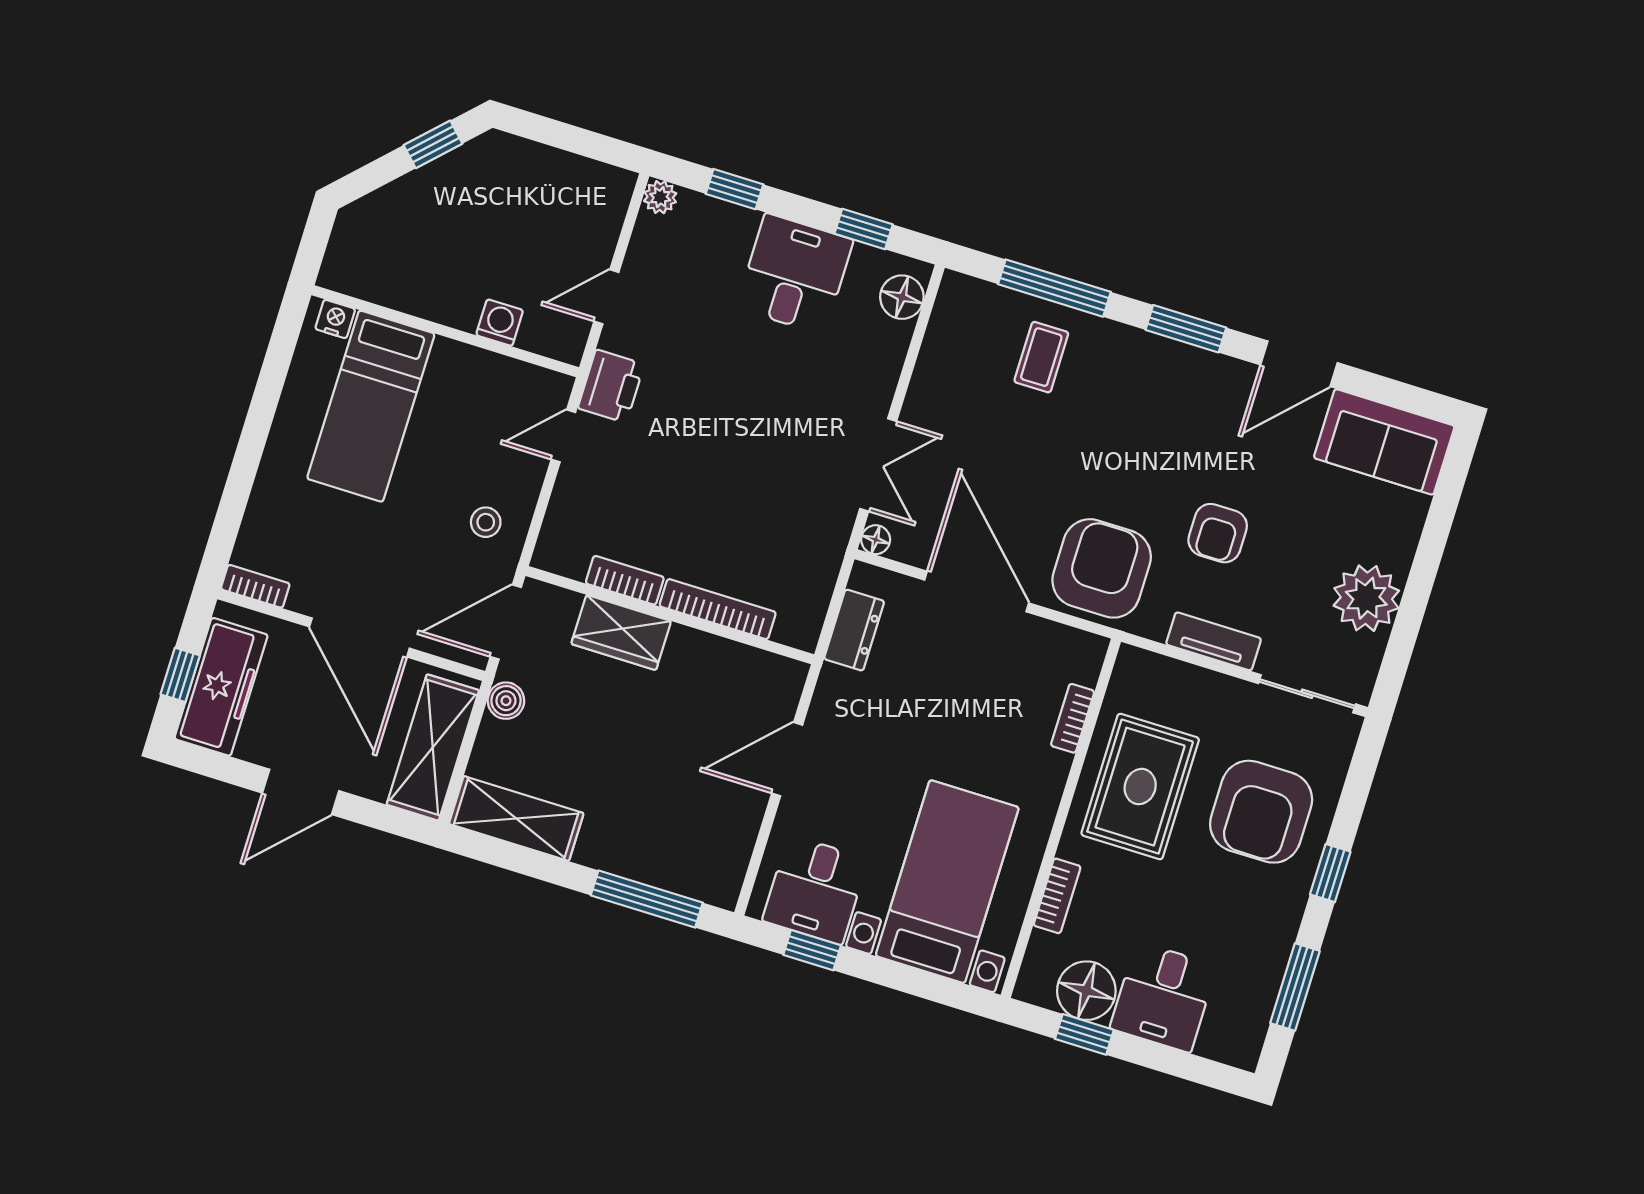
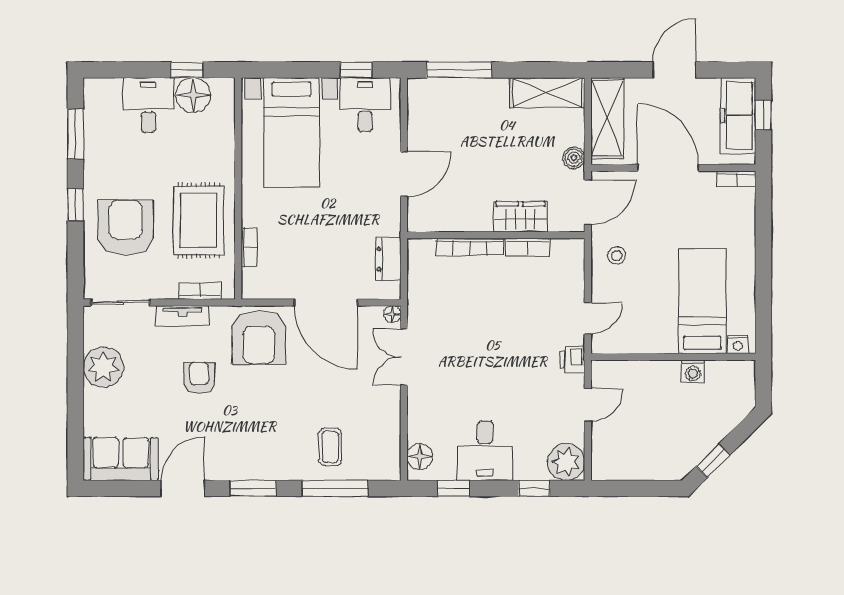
plant: (660, 197) -> (566, 462), width x1.87, depth x1.87
washing machine: (500, 323) -> (693, 371), moved
printer: (611, 386) -> (572, 360), width x0.73, depth x0.81
bookcase: (1057, 896) -> (200, 291), moved, turned 90

